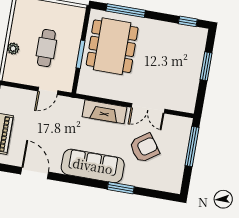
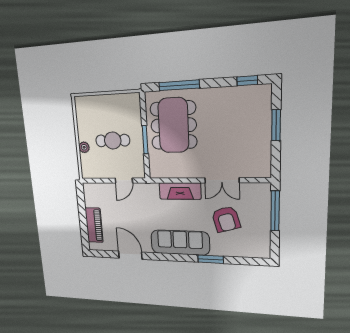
cafe table: (46, 48) -> (113, 141), turned 90
armchair: (144, 148) -> (226, 219), turned 109

